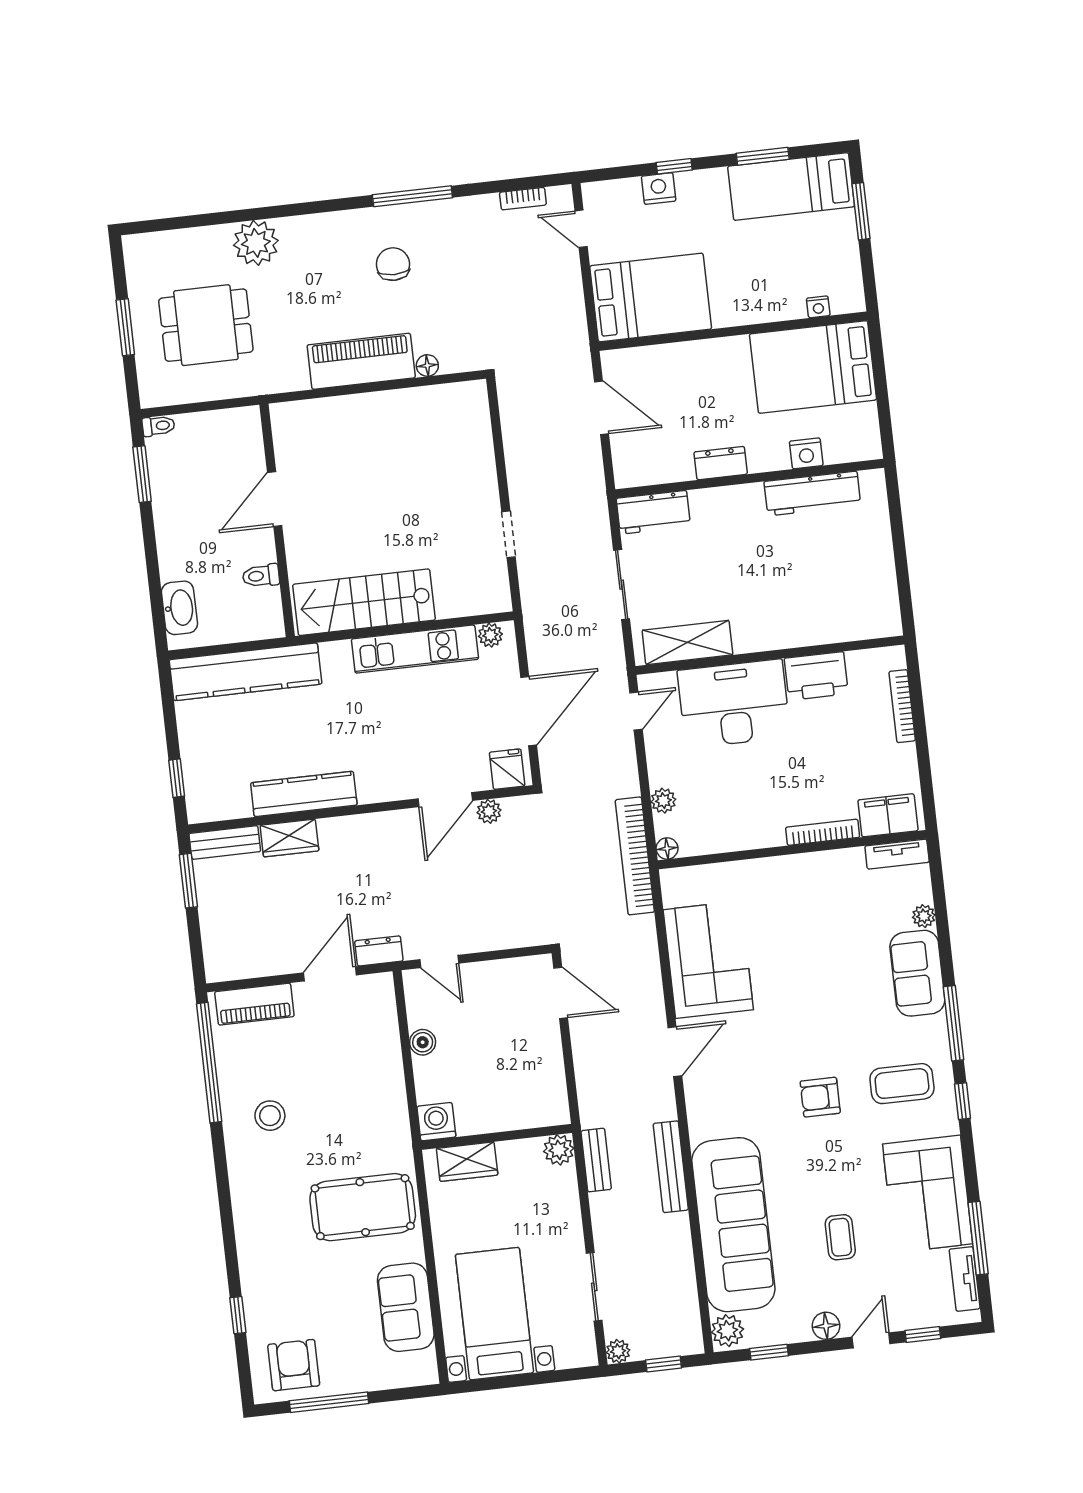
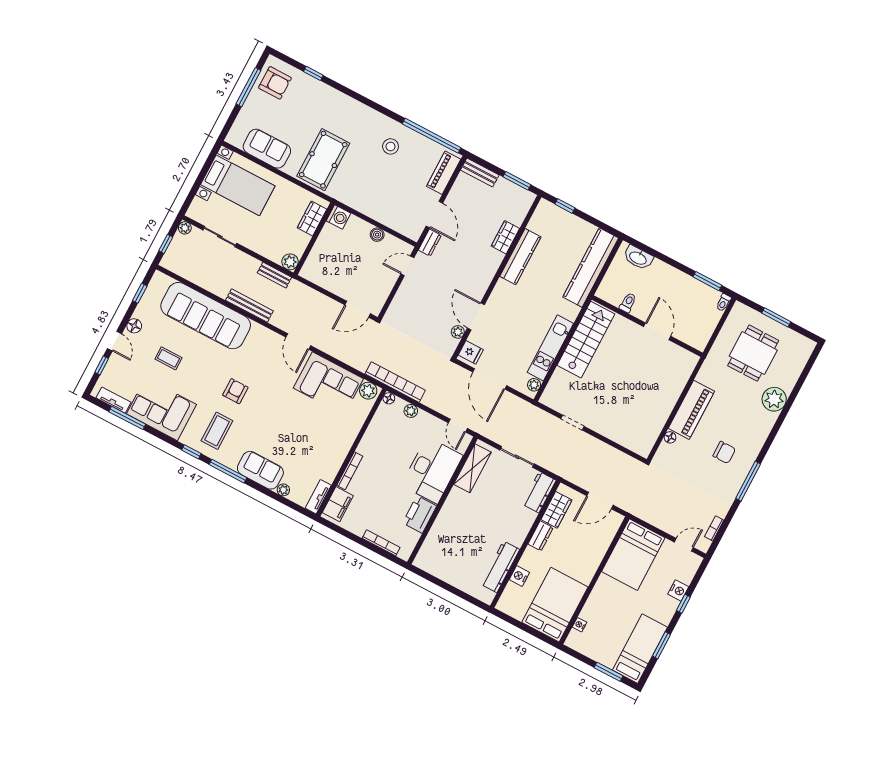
wardrobe: (663, 466) -> (556, 510), added
bench: (225, 843) -> (480, 172), moved, turned 90
plant: (727, 1331) -> (368, 391), moved

